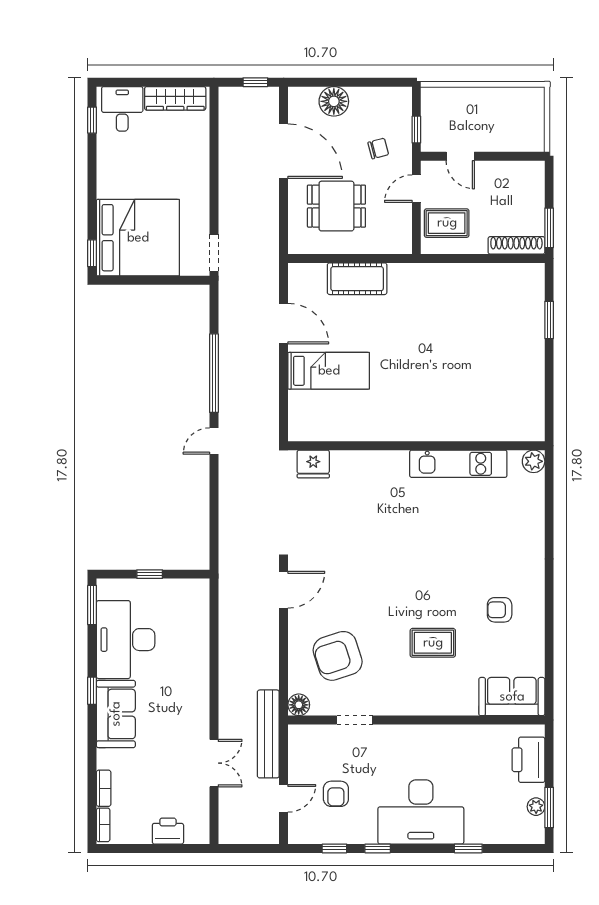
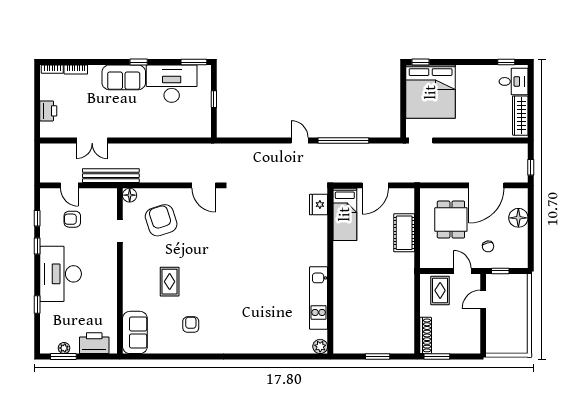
wall: (416, 446) -> (330, 271), moved
plant: (534, 461) -> (320, 346), moved
fridge: (313, 464) -> (318, 205), moved
kitchen unit: (458, 464) -> (319, 298), moved

